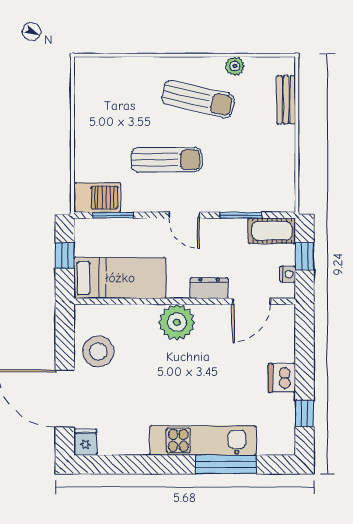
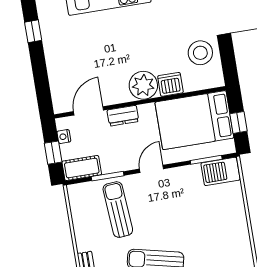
sun lounger: (166, 160) -> (118, 210), moved, turned 86
door: (184, 215) -> (152, 169), hinge flipped
bed: (120, 278) -> (194, 120), width x1.50
dishwasher: (282, 378) -> (170, 84), moved, turned -90

